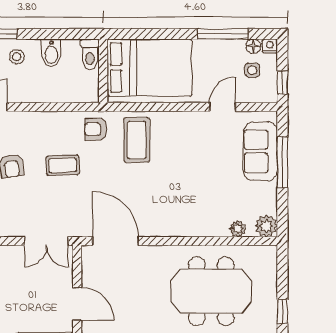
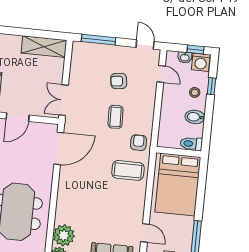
plant: (238, 229) -> (64, 235), width x1.88, depth x1.88

